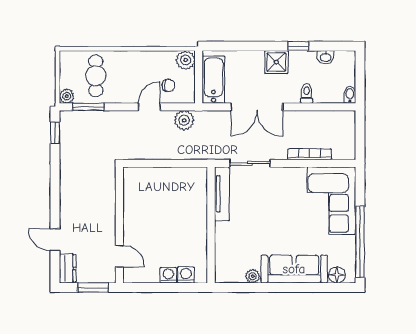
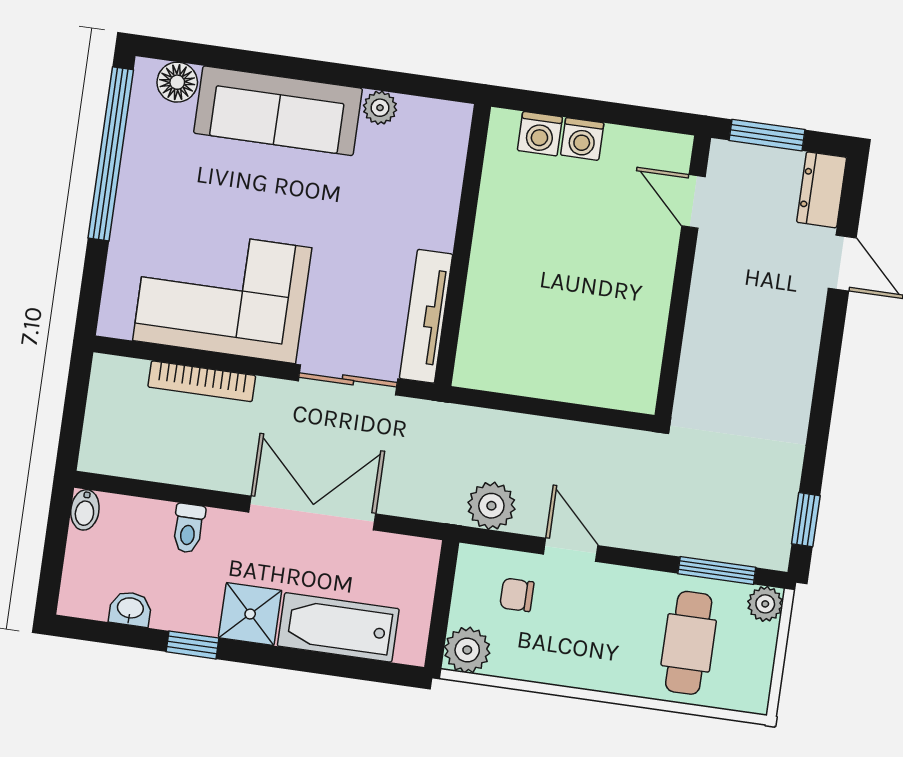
bathtub: (213, 80) -> (338, 627), moved, turned 90
door: (149, 107) -> (571, 550), swing flipped
corner sofa: (331, 201) -> (222, 294), moved, turned -90

